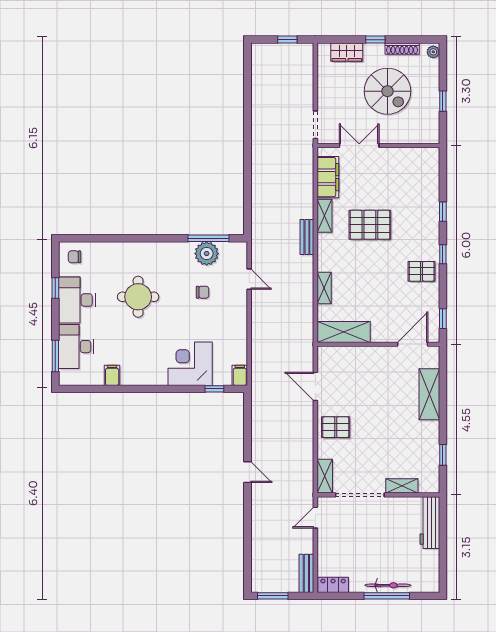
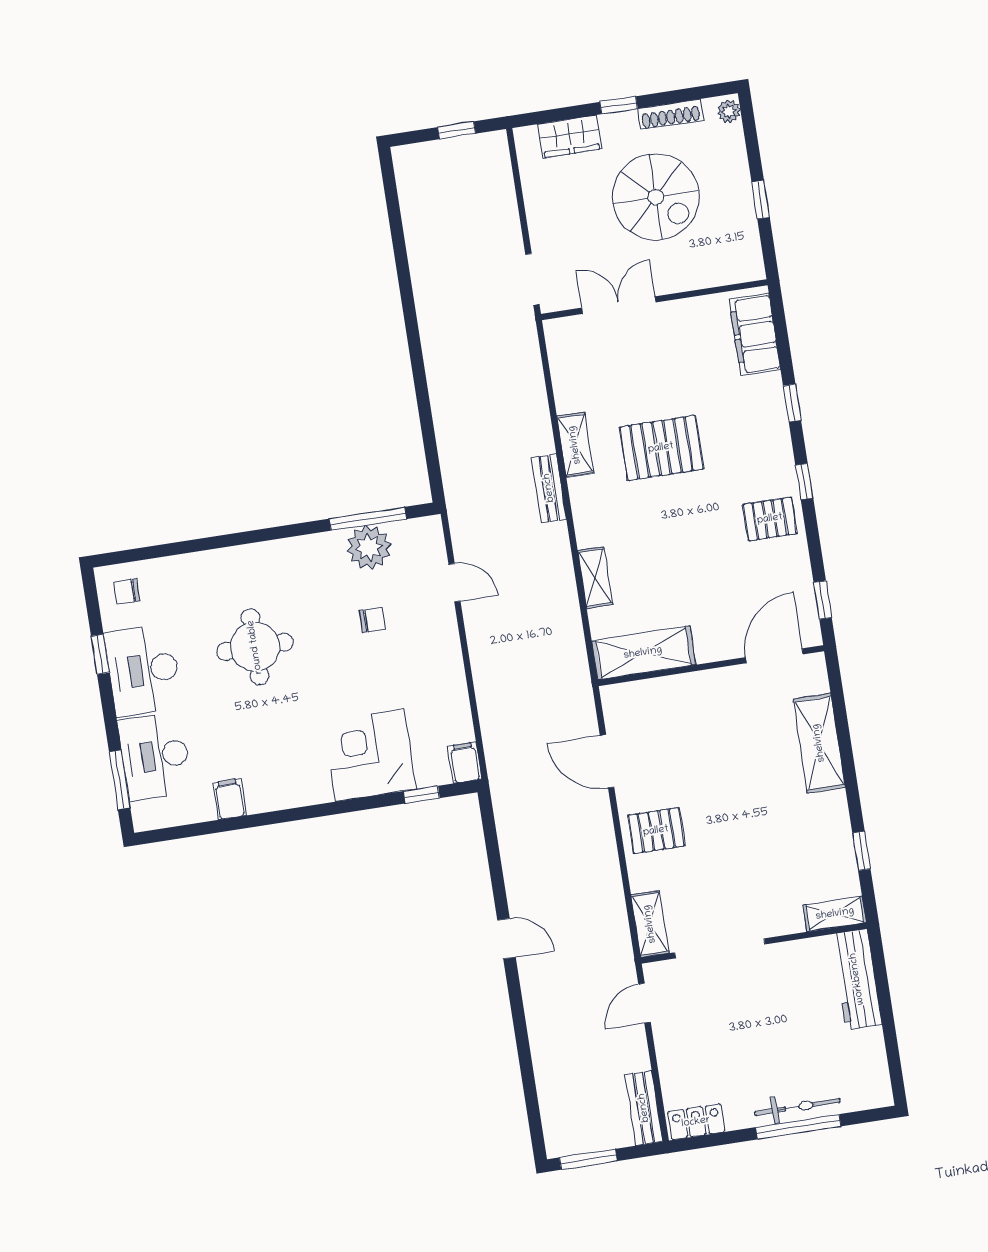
filing cabinet: (328, 177) -> (755, 335), moved, turned 180
shelving: (402, 486) -> (835, 914), moved

